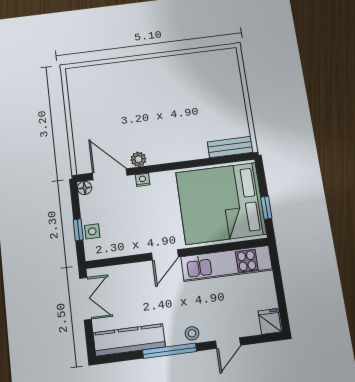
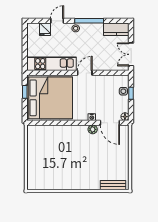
bench: (230, 147) -> (113, 185), moved
fridge: (270, 321) -> (45, 29), moved
kitchen counter: (129, 340) -> (116, 29), width x0.67

